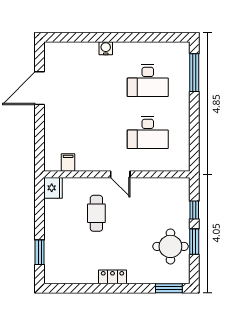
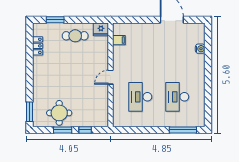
water cooler: (106, 48) -> (200, 49), moved
cafe table: (96, 213) -> (75, 36), moved
locker: (112, 277) -> (38, 46), moved

